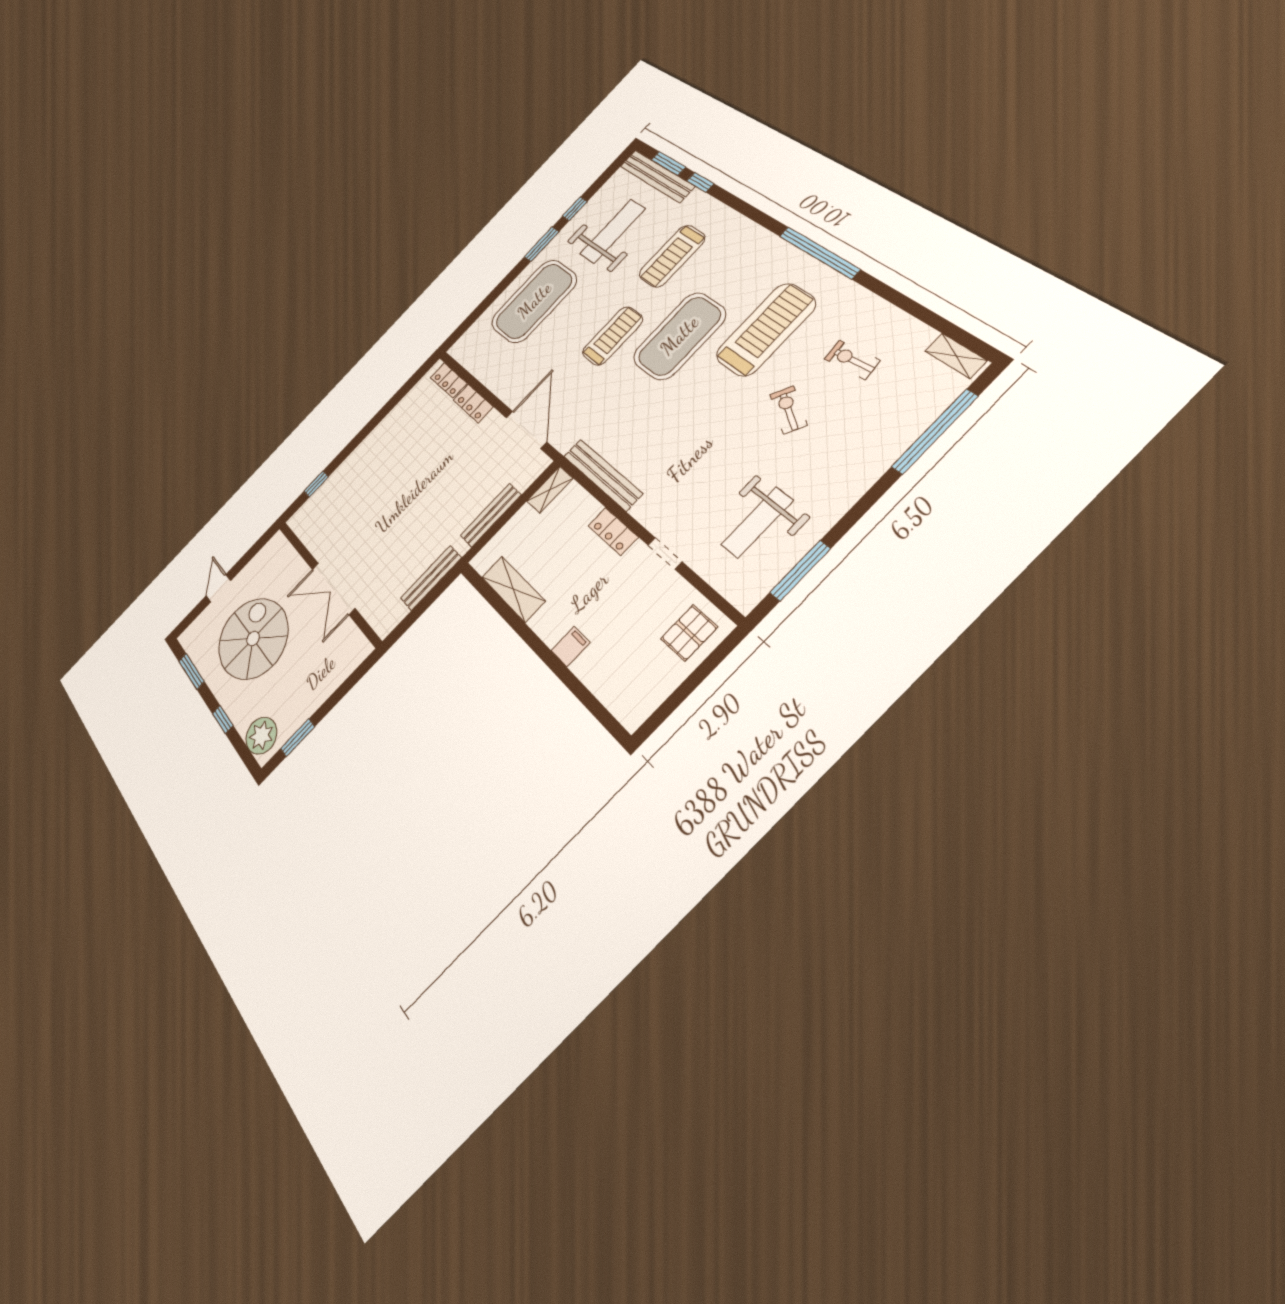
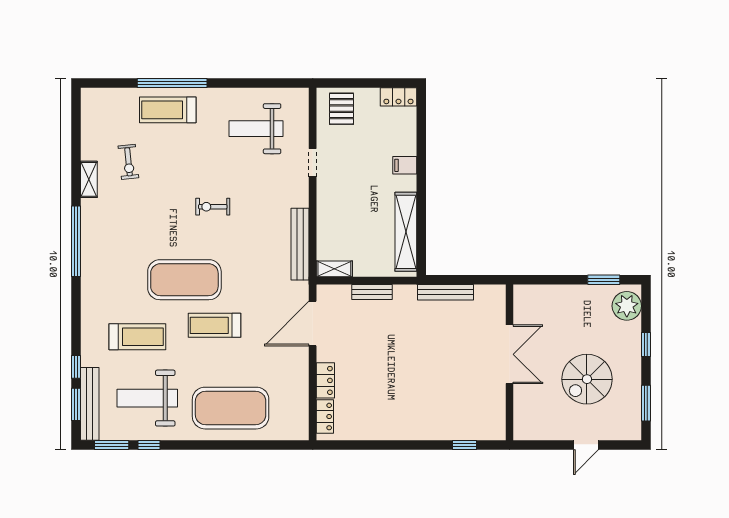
window: (542, 244) -> (112, 445), moved
treadmill: (766, 330) -> (168, 110), moved, width x0.73, depth x0.73
shelving: (956, 356) -> (89, 179), moved
exercise bike: (788, 410) -> (213, 207), moved, turned 60
window: (935, 432) -> (172, 83), moved
bench: (491, 515) -> (372, 292), width x0.73
weight bench: (757, 522) -> (256, 129), turned 180
locker: (613, 531) -> (398, 97), moved, turned 90
window: (800, 571) -> (263, 83), removed
shelving: (513, 589) -> (406, 232), width x1.47
pallet: (689, 633) -> (341, 109), turned 90
spiral stairs: (253, 639) -> (587, 379), width x0.73, depth x0.73

